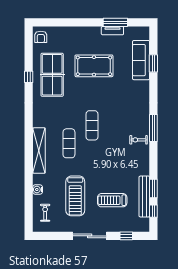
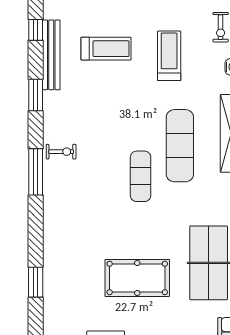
sofa: (141, 60) -> (57, 288), removed
exercise mat: (69, 143) -> (180, 146), width x1.36, depth x1.45
window: (153, 189) -> (36, 95), moved
treadmill: (75, 196) -> (169, 56), width x0.73, depth x0.73

